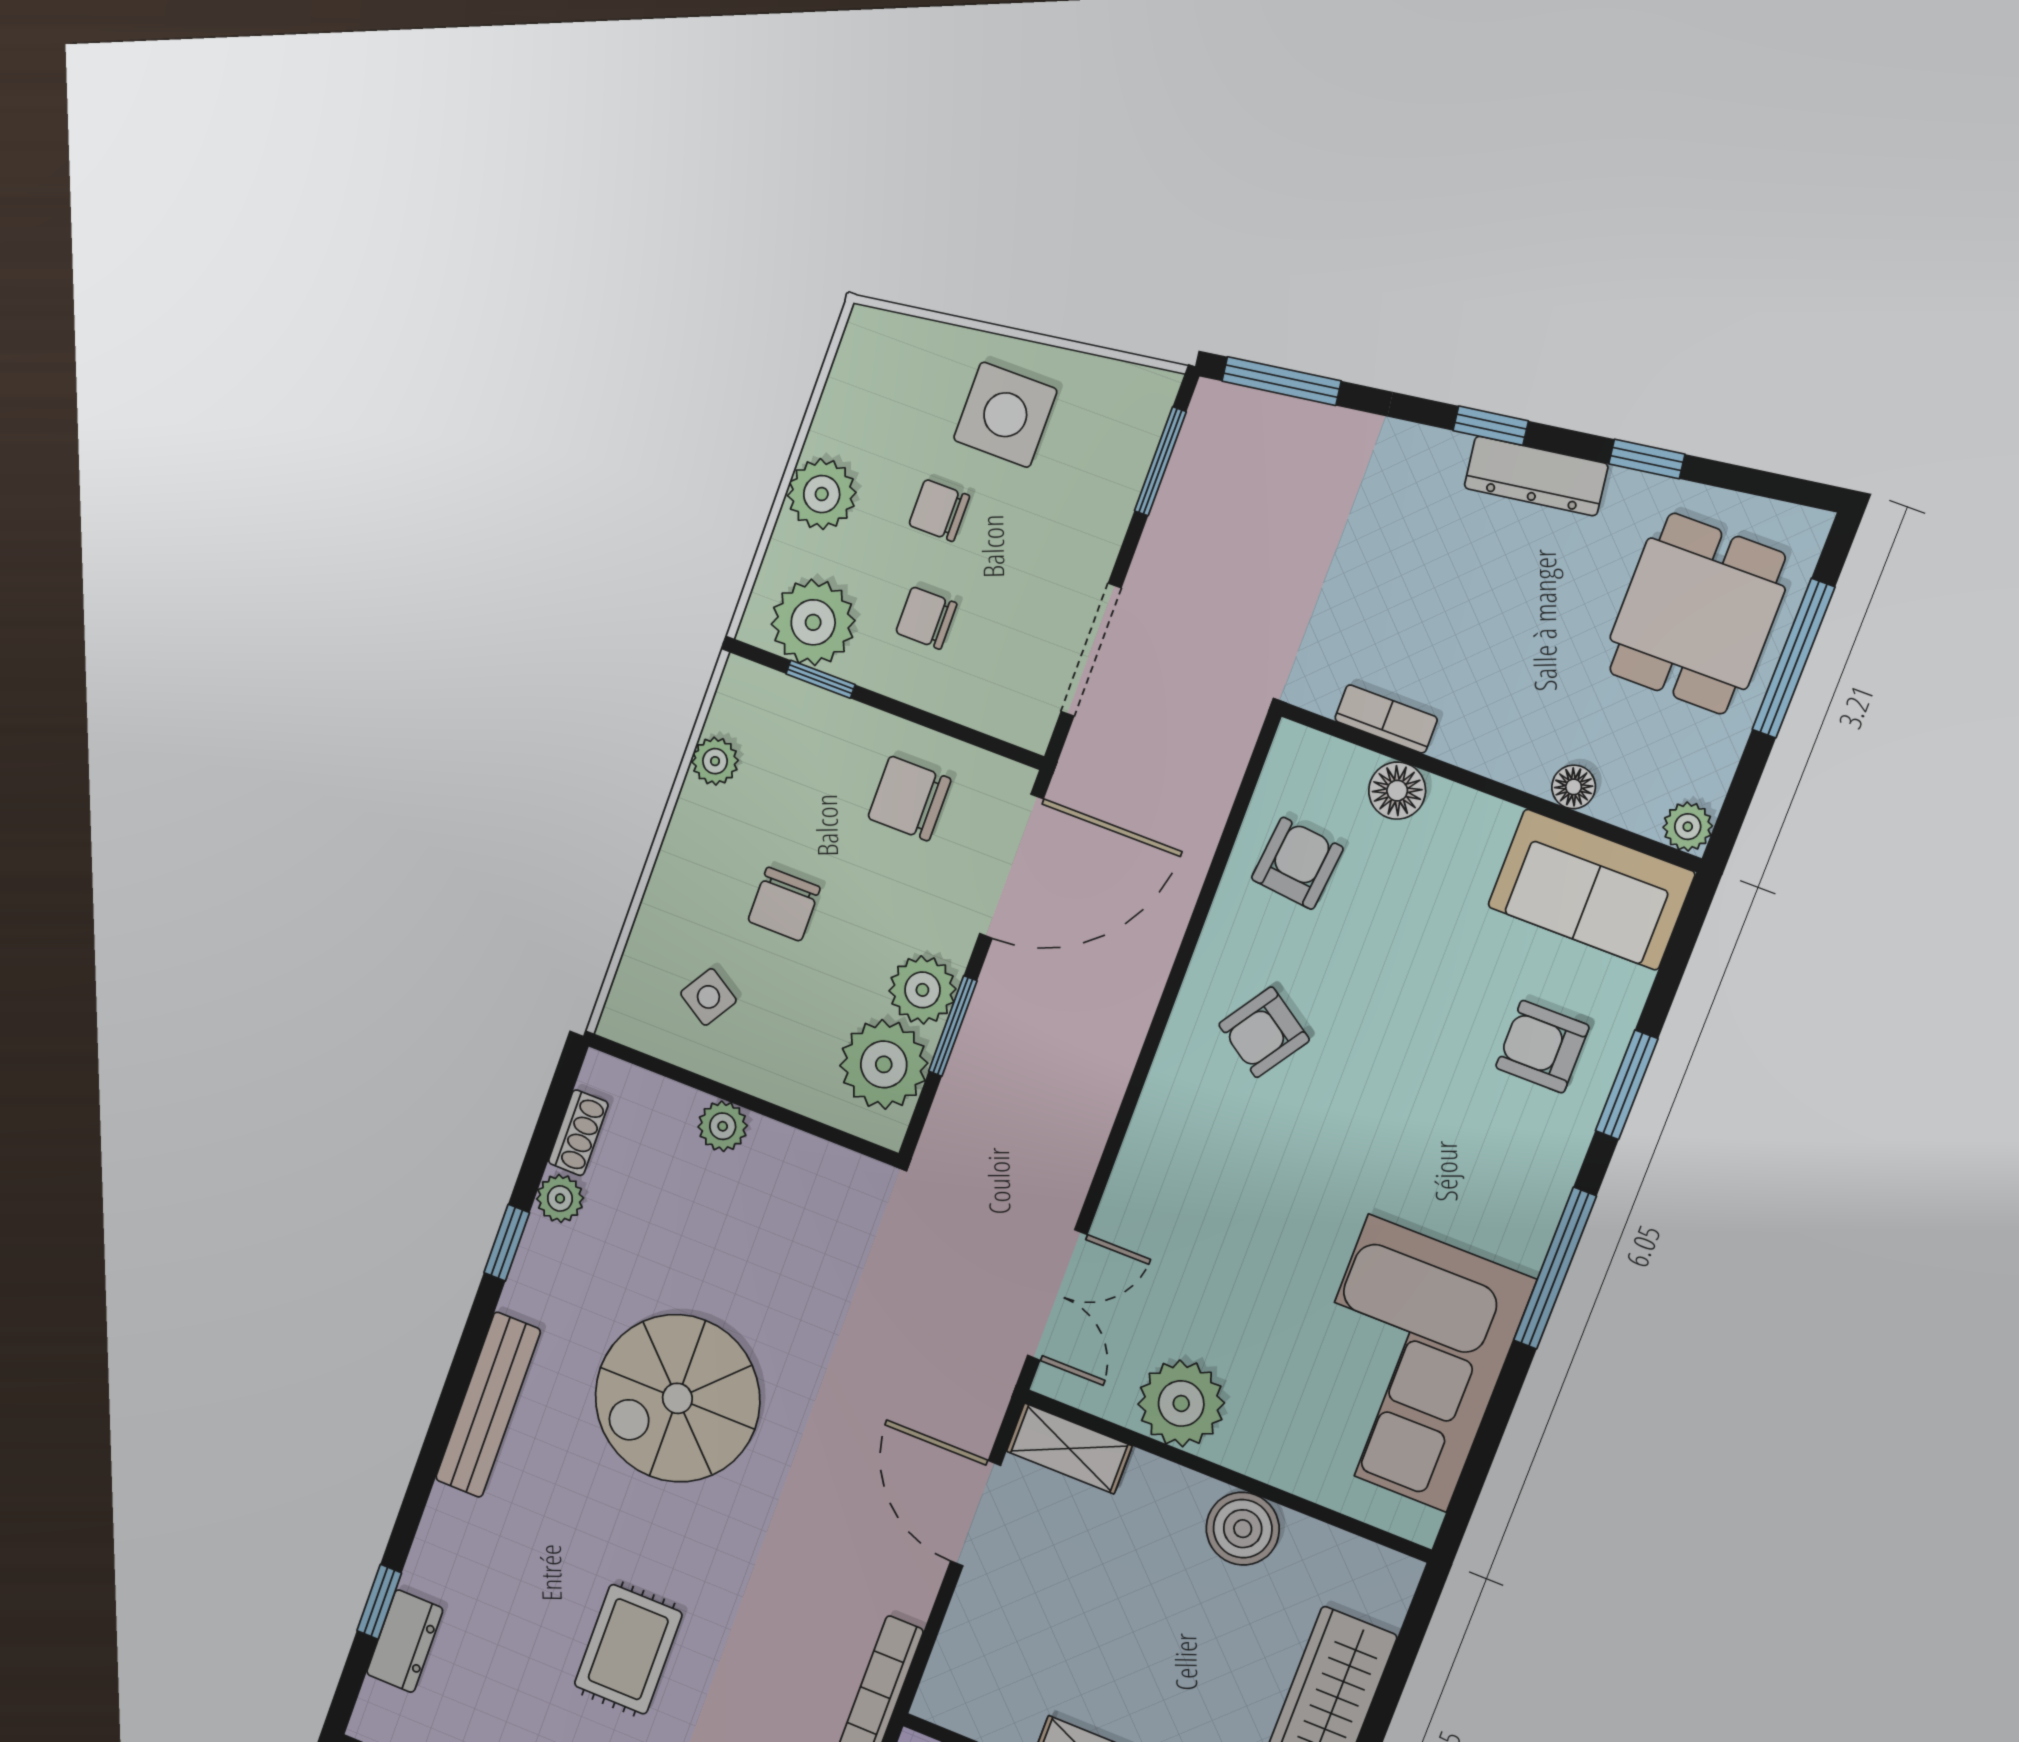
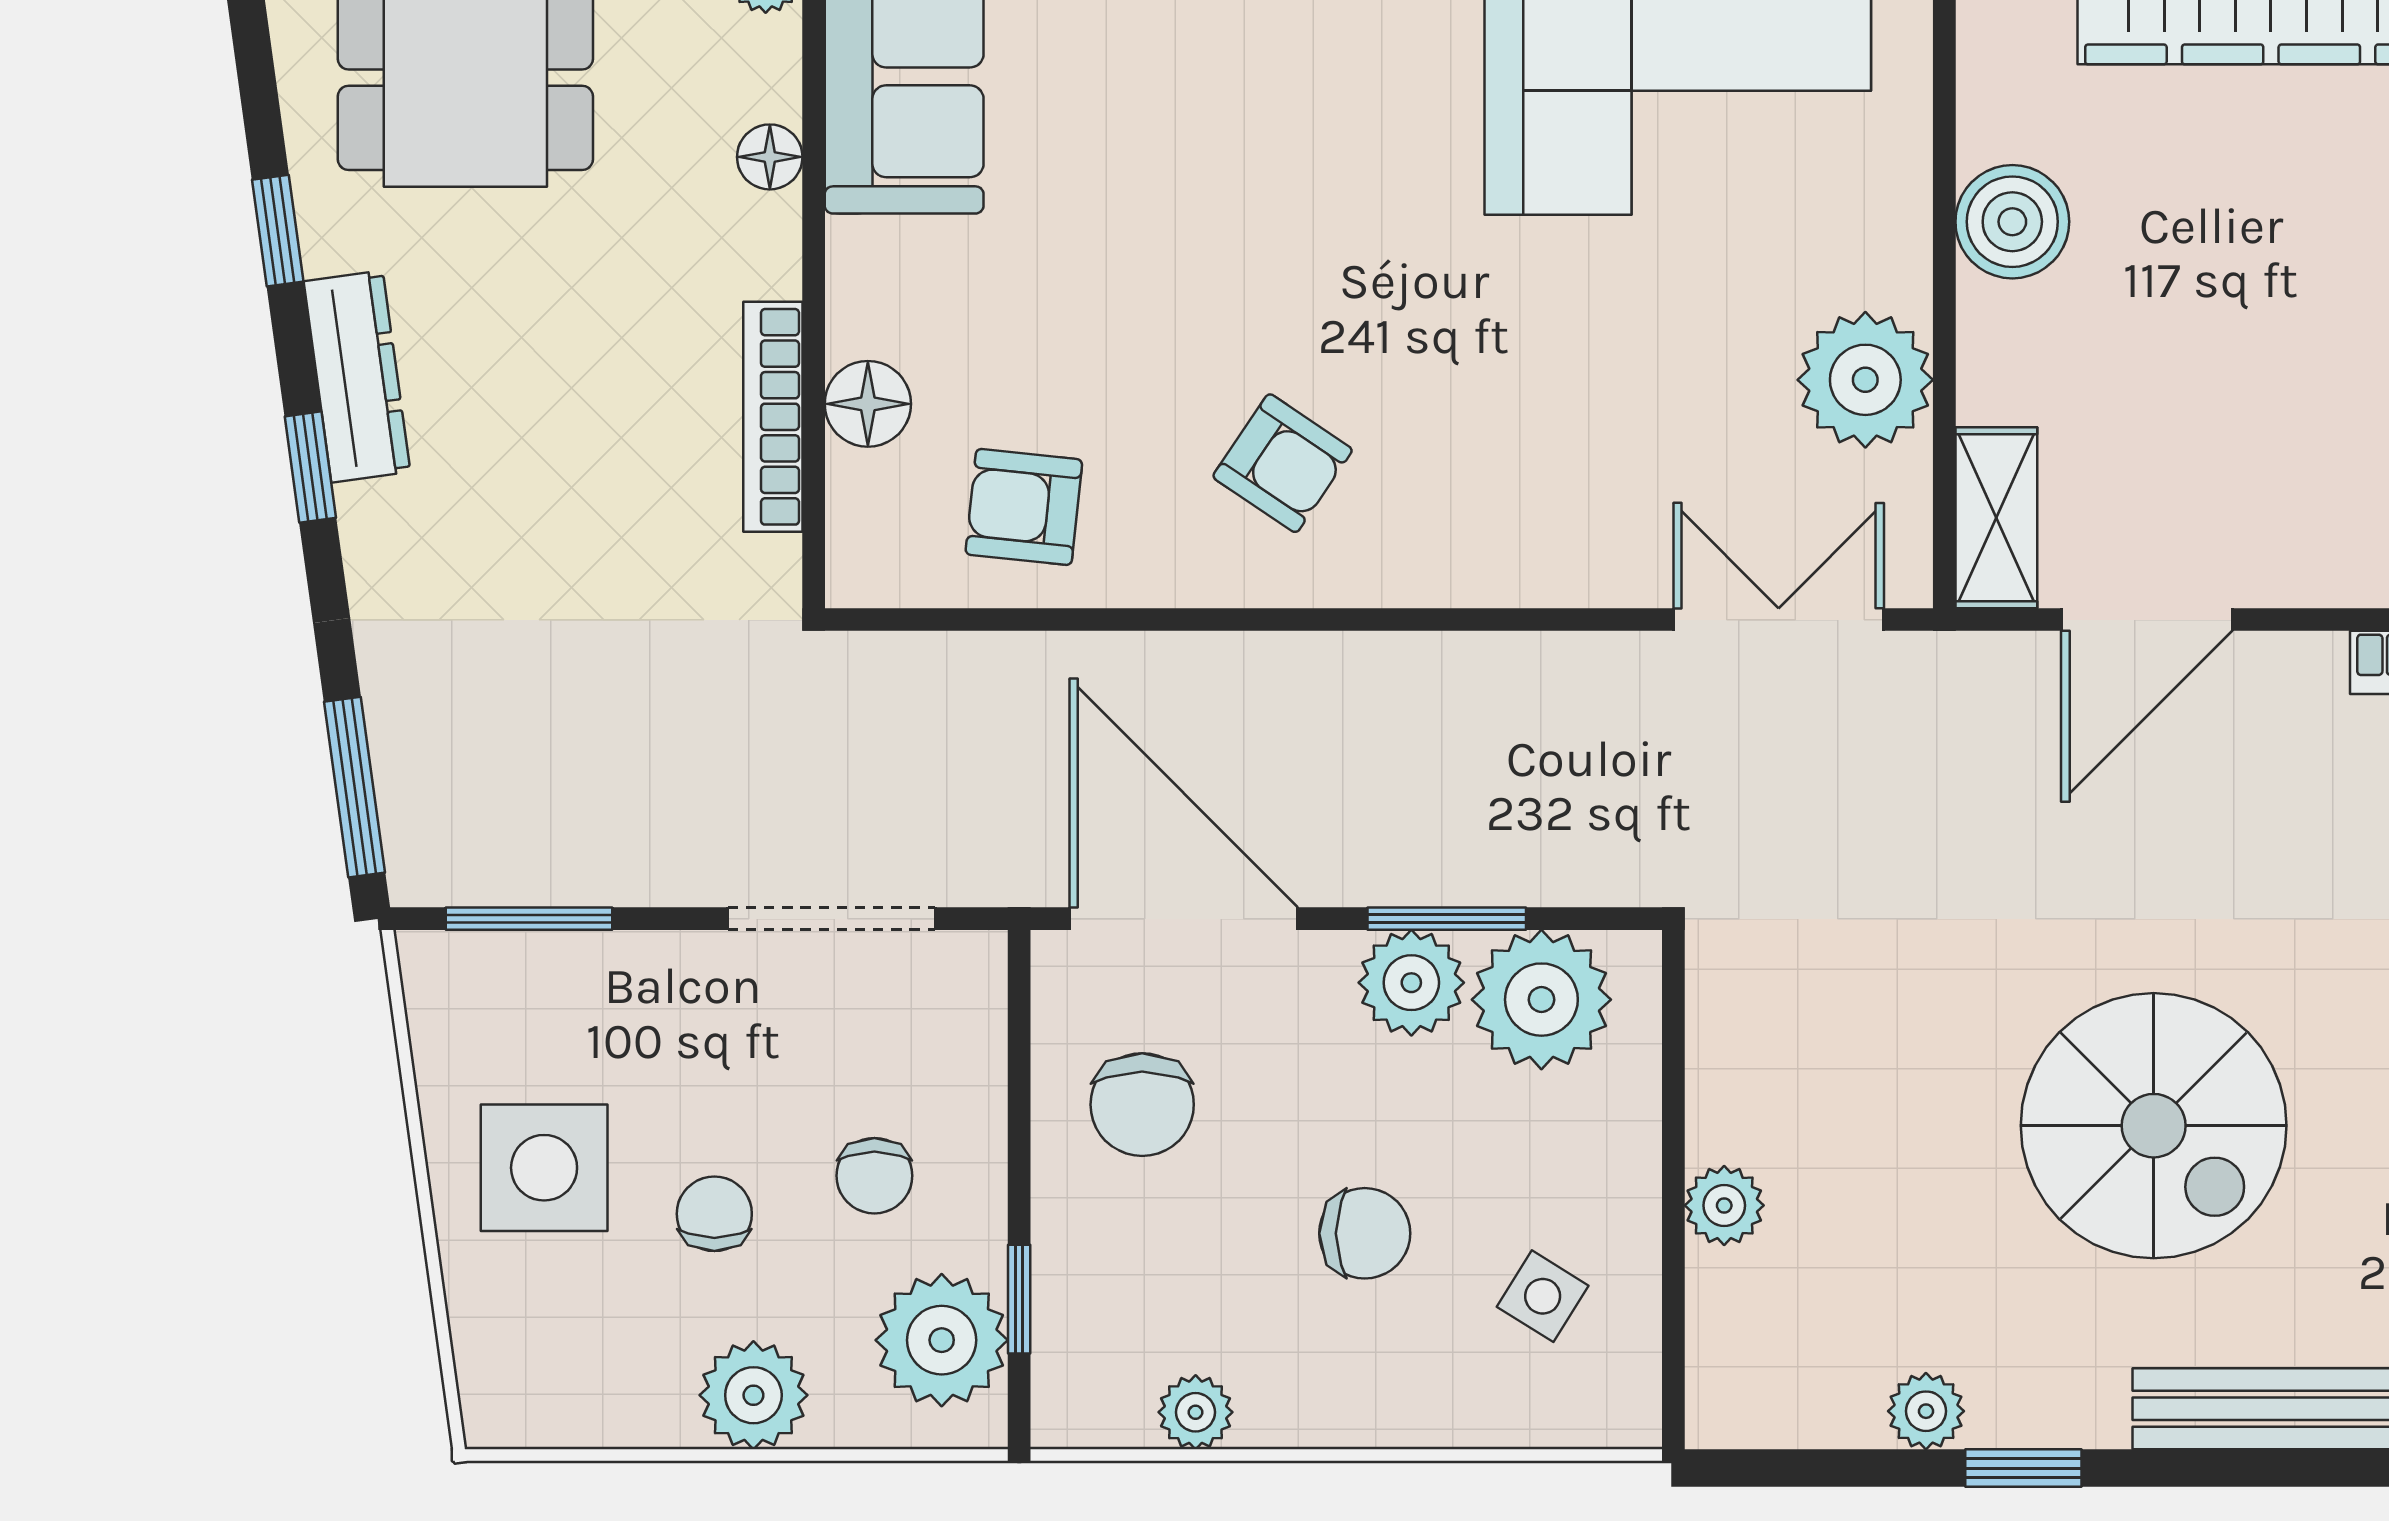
chair: (939, 510) -> (714, 1214), turned 180
bookcase: (1386, 719) -> (773, 417), width x1.56
armchair: (1542, 1047) -> (1151, 60), removed
shoe rack: (578, 1133) -> (1818, 1419), removed

